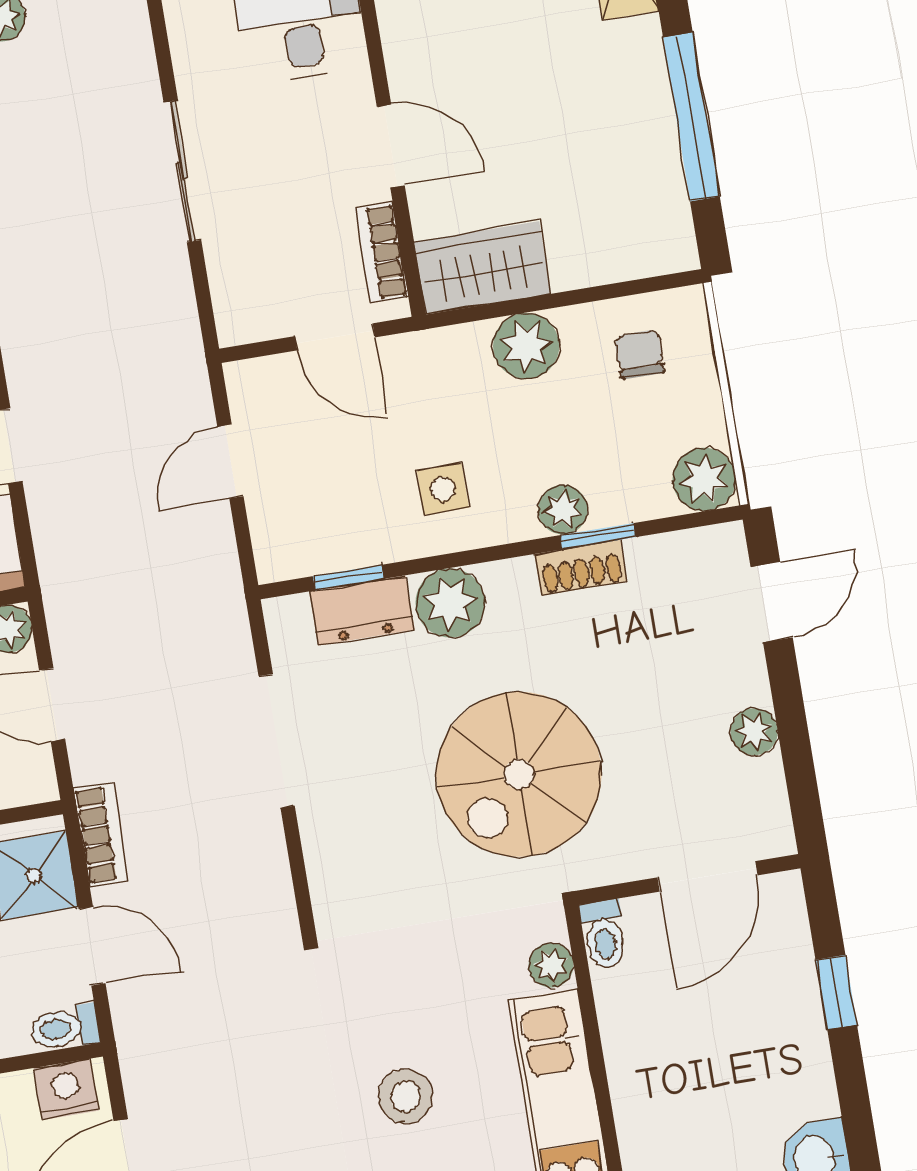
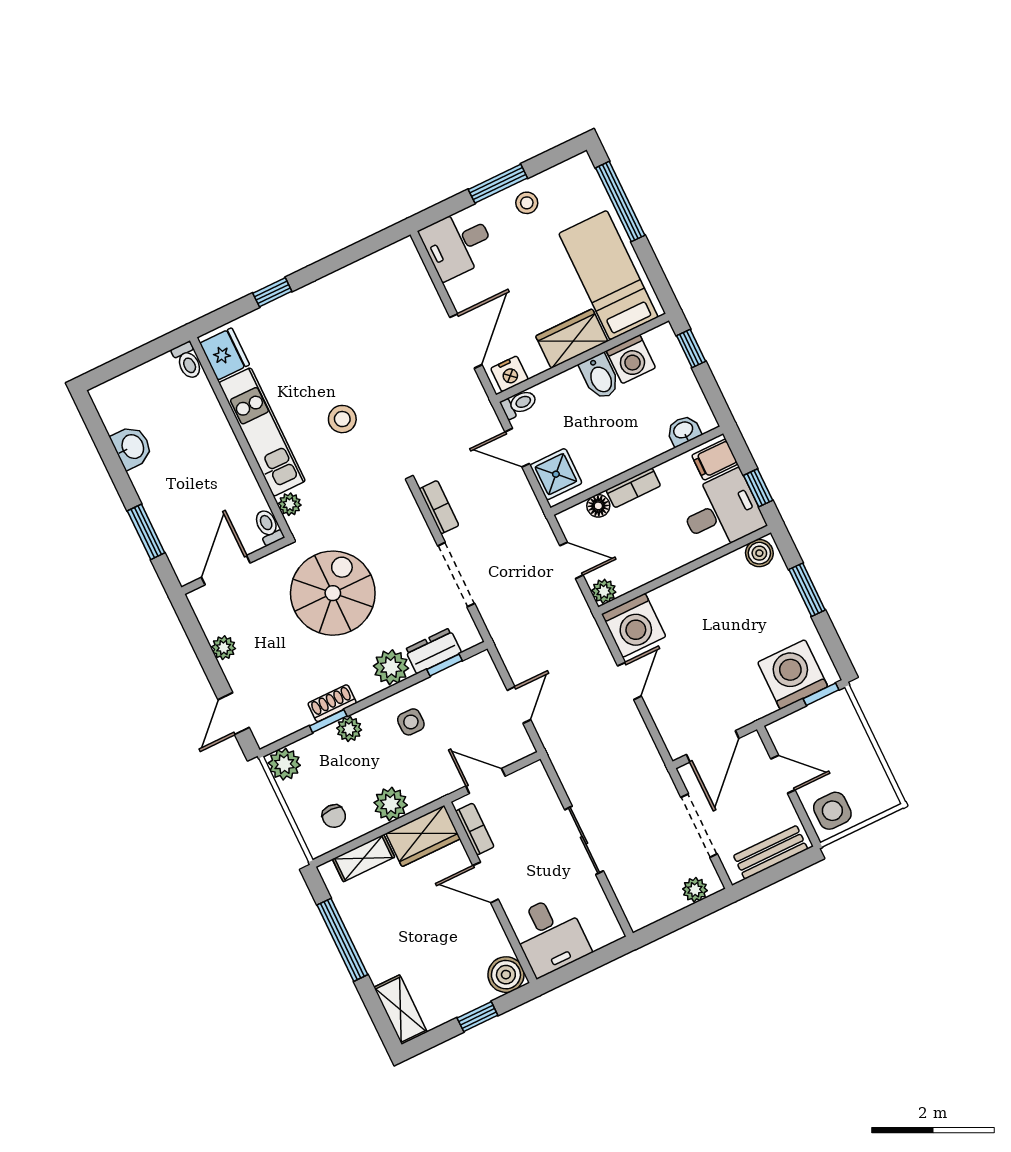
shelving: (607, 259) -> (363, 858), added
bookcase: (101, 835) -> (439, 507), moved, turned 180
window: (836, 992) -> (146, 532), width x1.50

